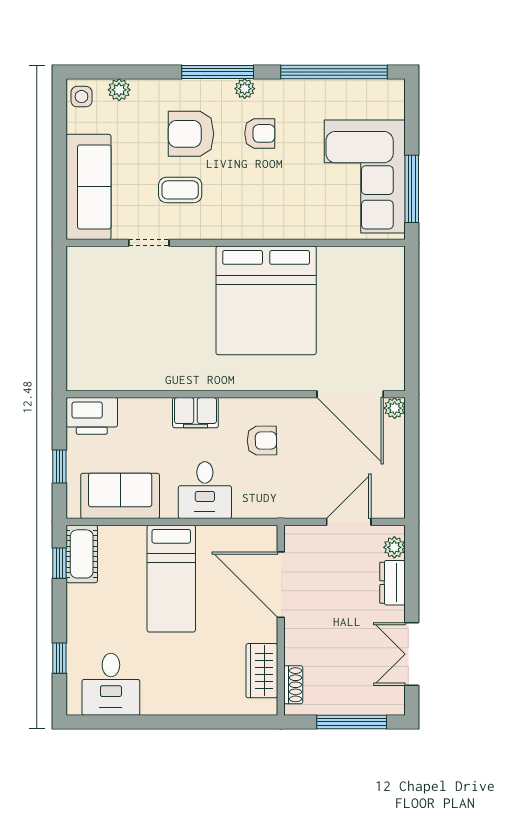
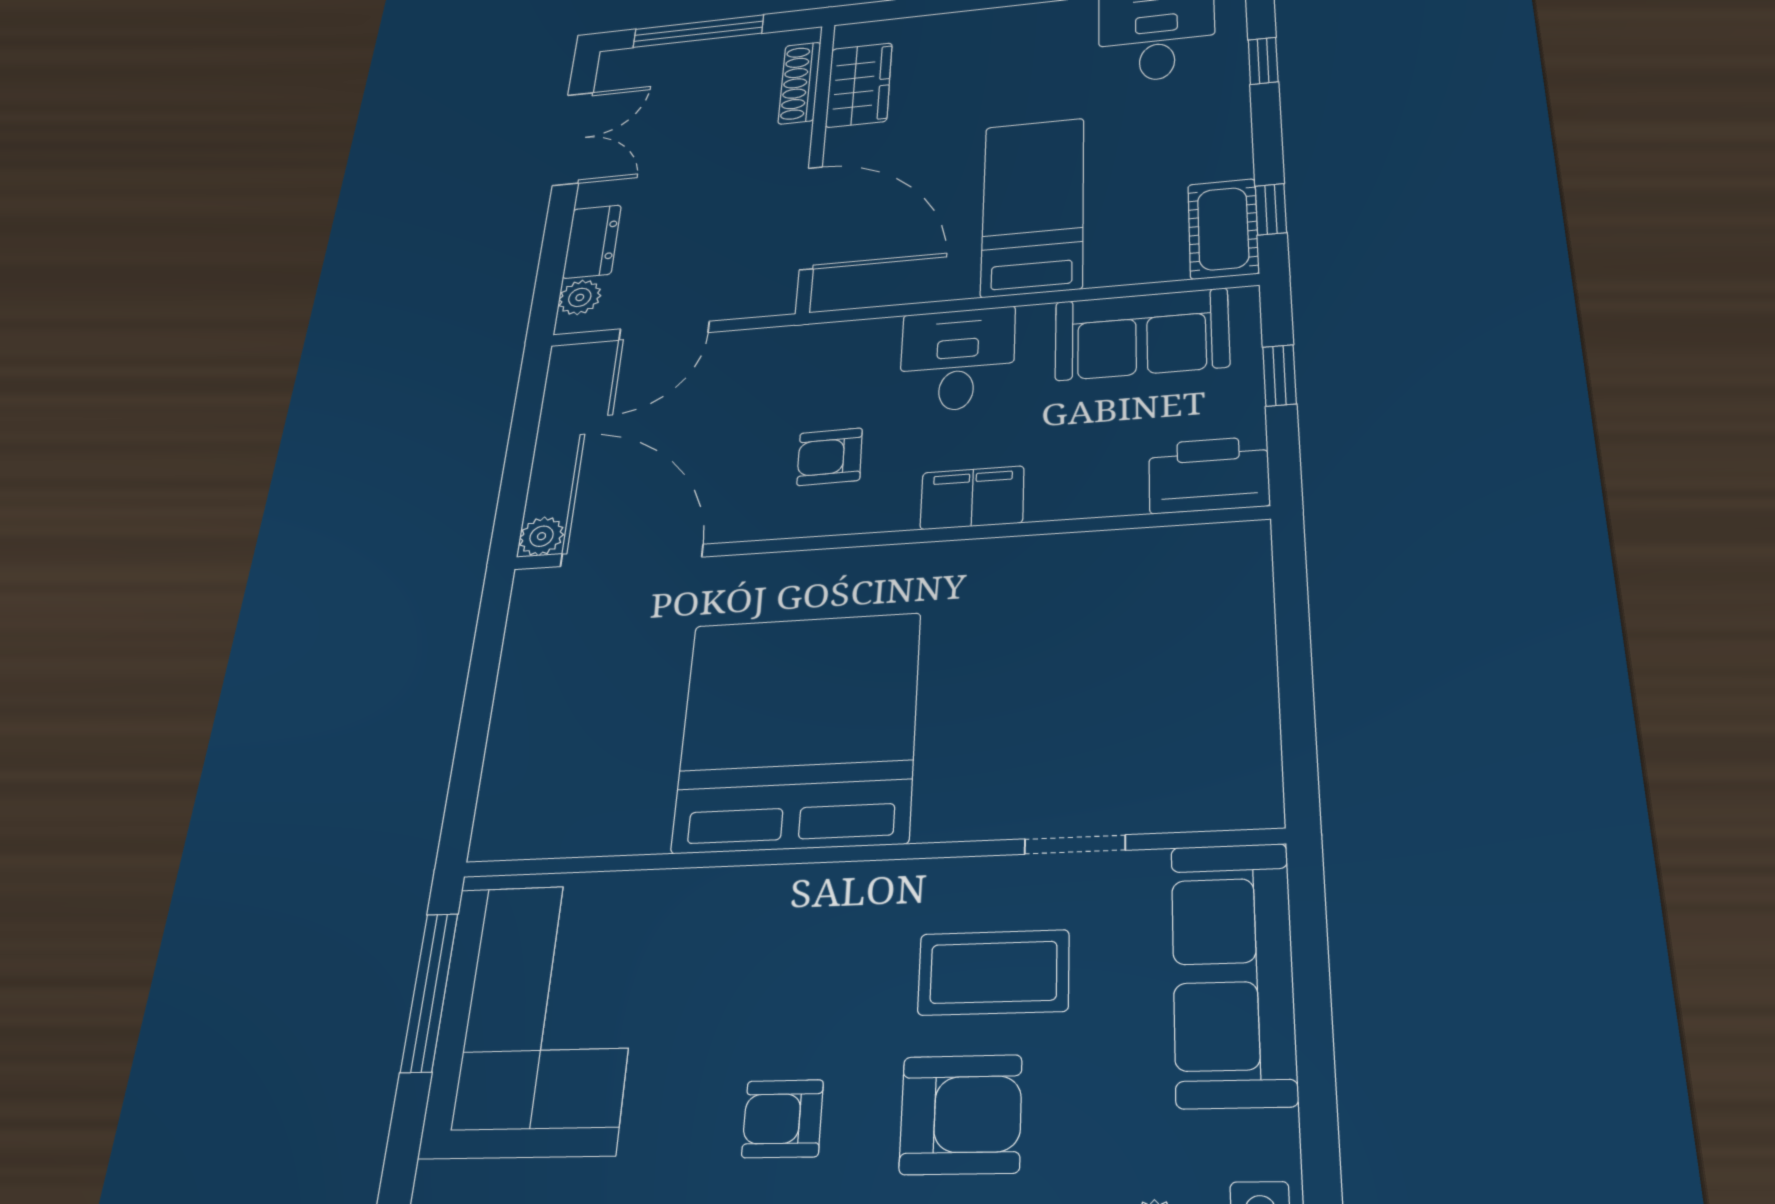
coffee table: (180, 190) -> (994, 972), width x1.36, depth x1.30
shoe rack: (293, 685) -> (800, 83), width x1.43

